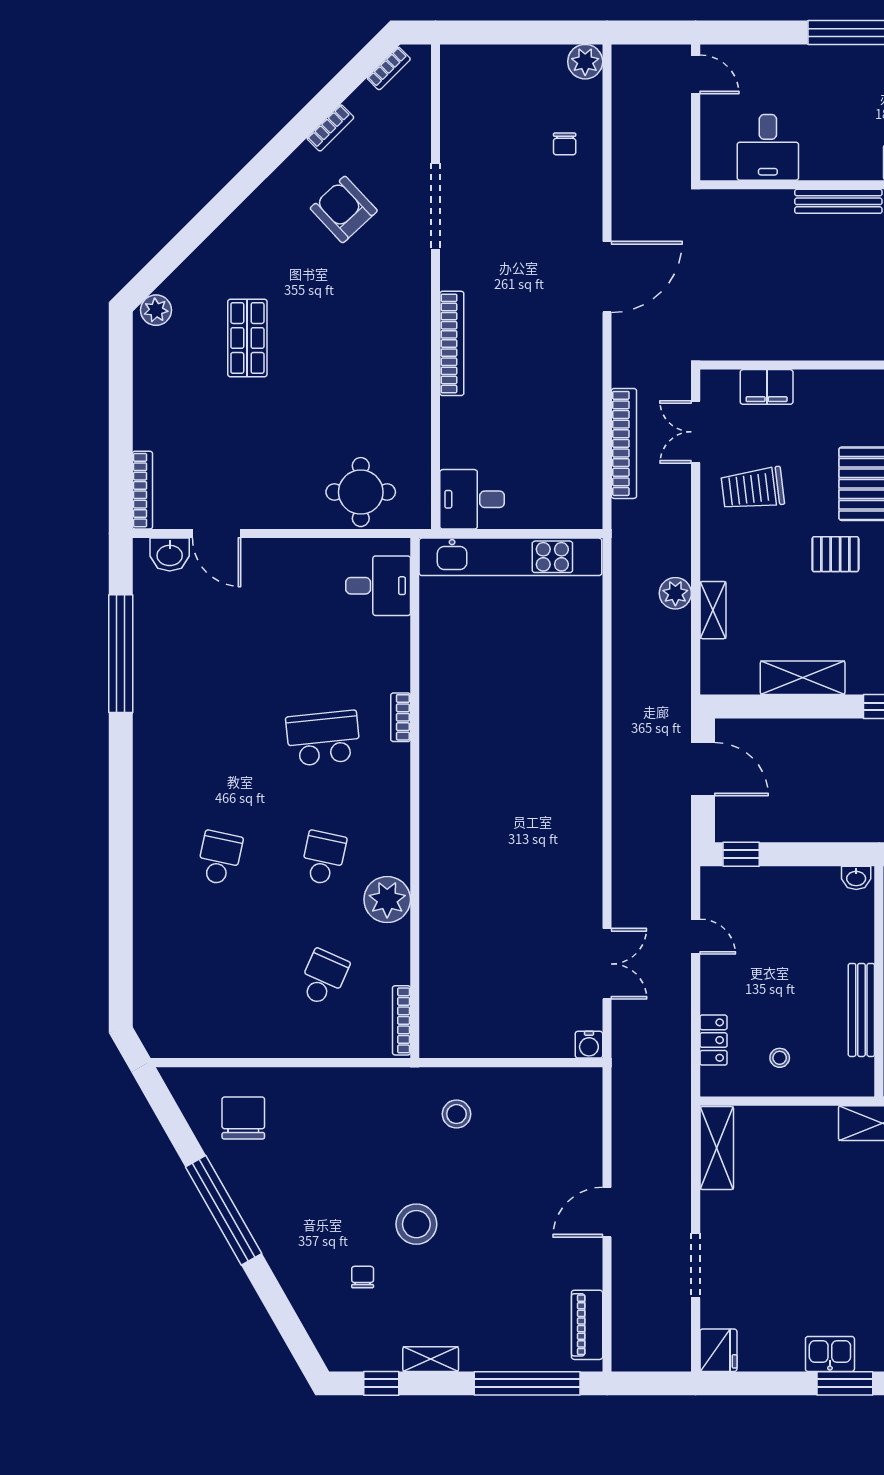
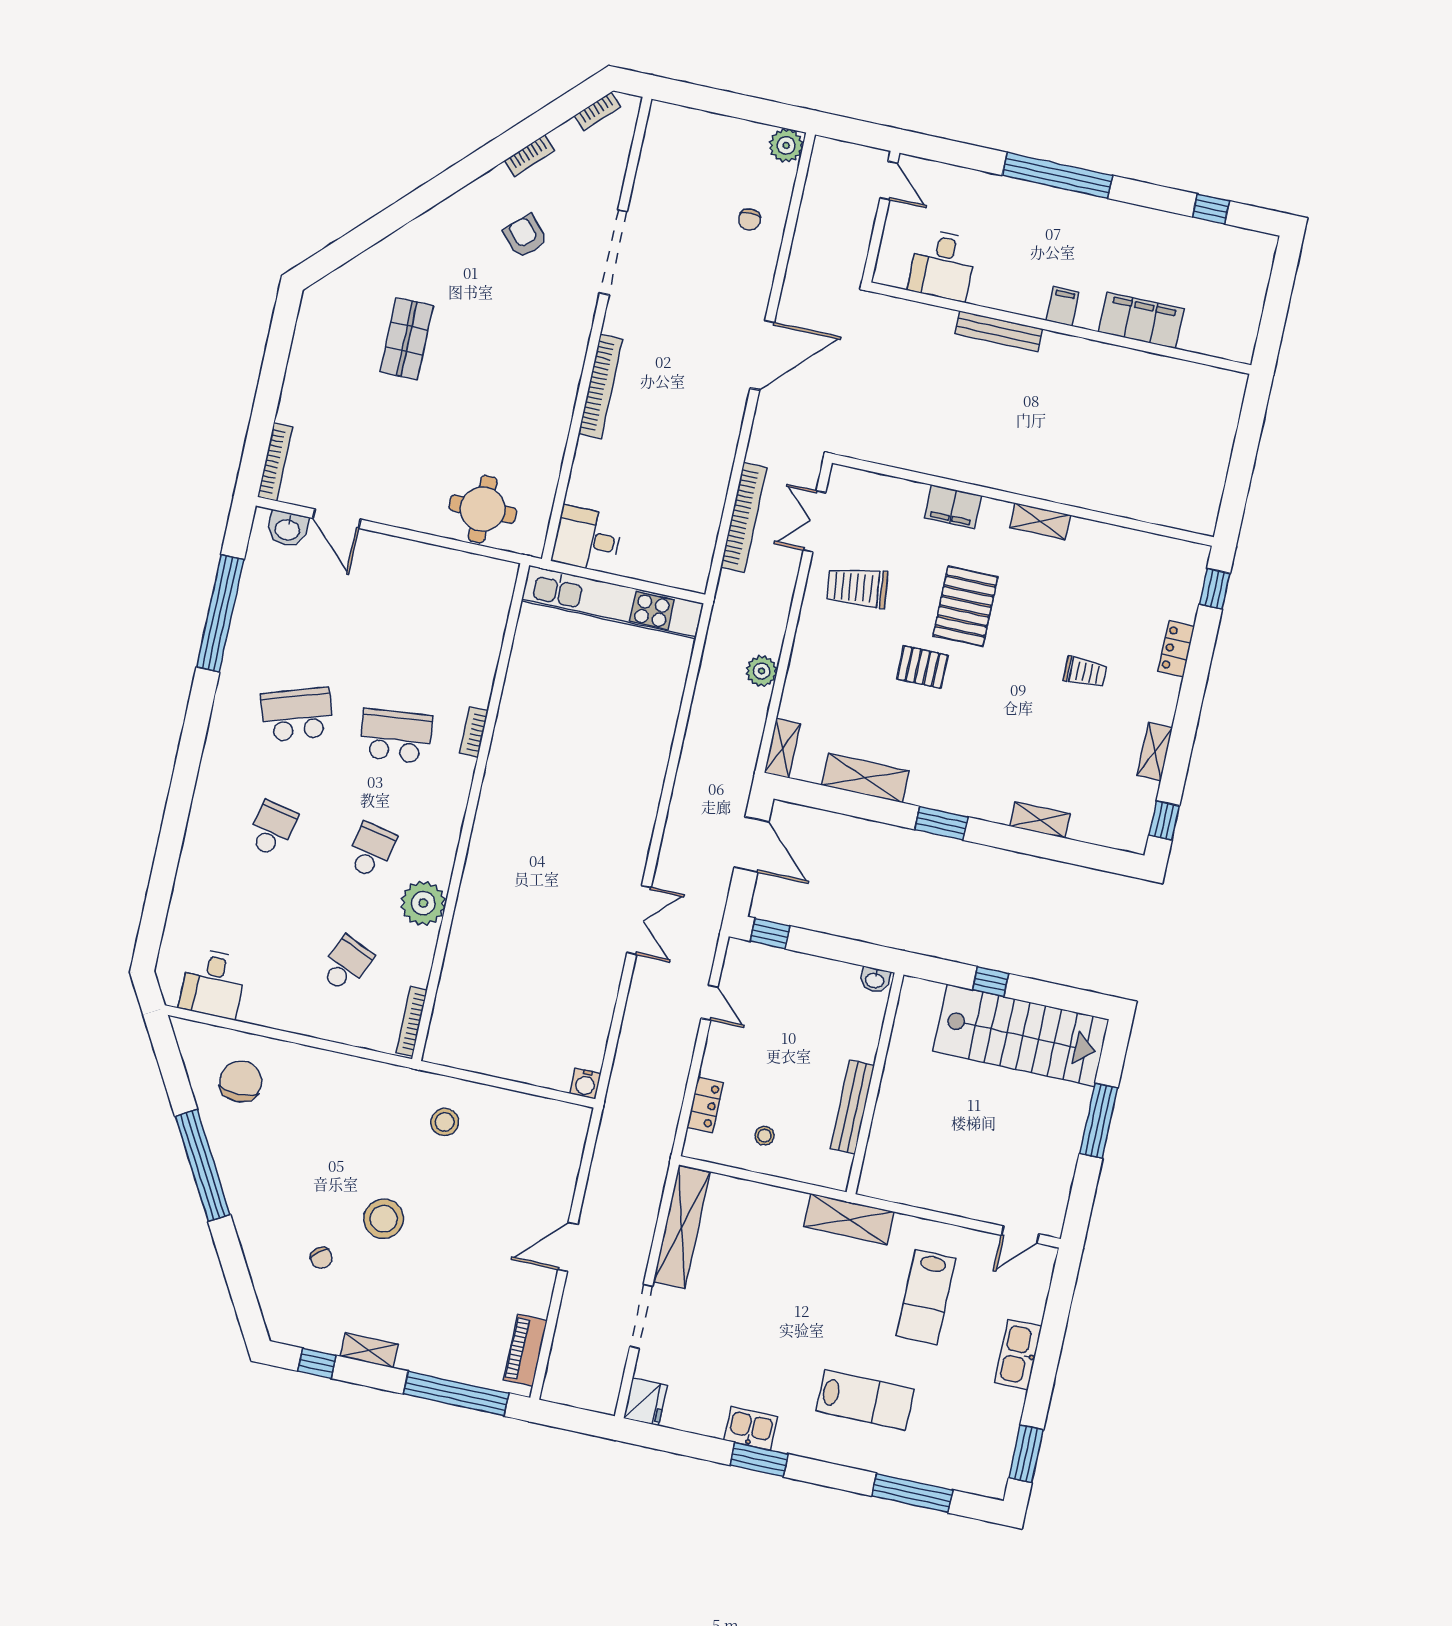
armchair: (344, 210) -> (525, 236), width x0.72, depth x0.72
plant: (156, 310) -> (325, 293), removed
filing cabinet: (767, 387) -> (953, 507), moved
desk: (378, 586) -> (213, 984), moved, turned 90
shelving: (713, 610) -> (782, 748), moved
school desk: (220, 738) -> (297, 715), added
double door: (607, 964) -> (639, 920), moved
shelving: (717, 1148) -> (682, 1227), width x1.47
chair: (363, 1277) -> (321, 1258), turned 142

